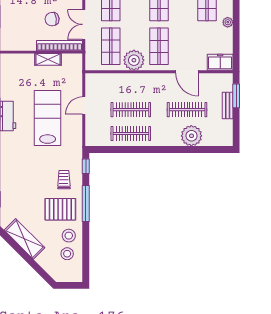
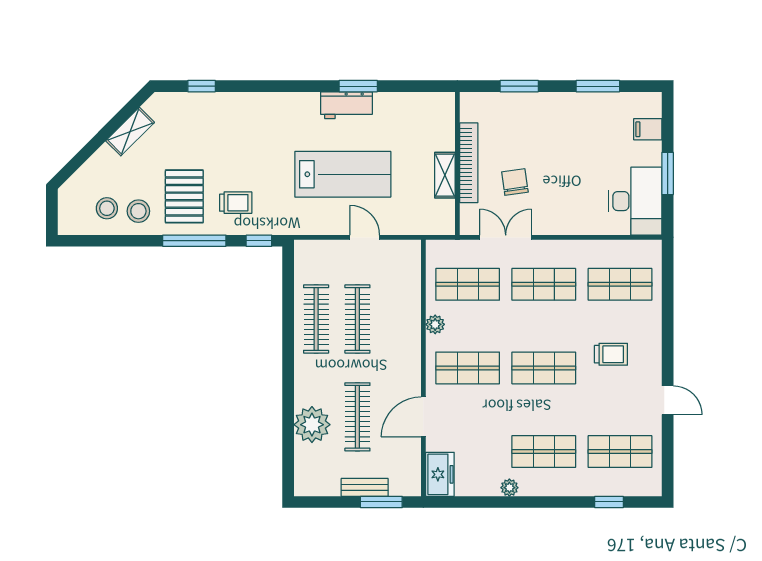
bookcase: (60, 46) -> (469, 163), moved
plant: (134, 60) -> (435, 324), width x0.53, depth x0.53
shelving: (24, 239) -> (130, 132), width x0.67, depth x0.75

